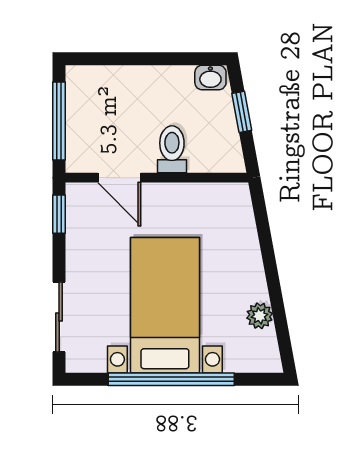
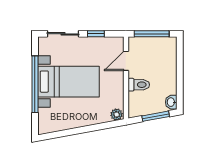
window: (242, 112) -> (156, 116), width x1.50
window: (59, 214) -> (96, 34), moved
plant: (260, 316) -> (117, 114), moved

